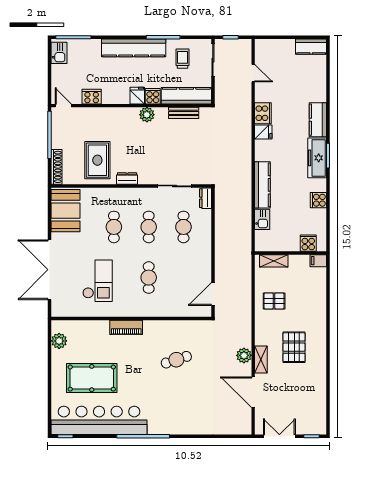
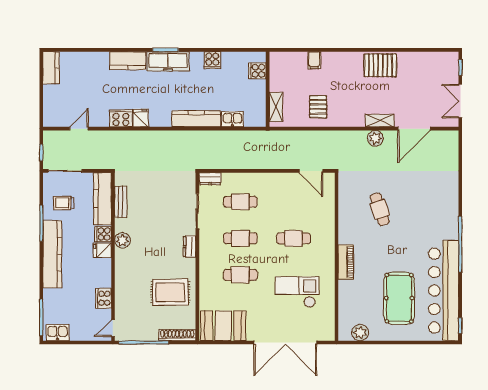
dresser: (127, 179) -> (190, 247), moved
filing cabinet: (318, 261) -> (314, 60), moved
pallet: (294, 347) -> (380, 65), moved

